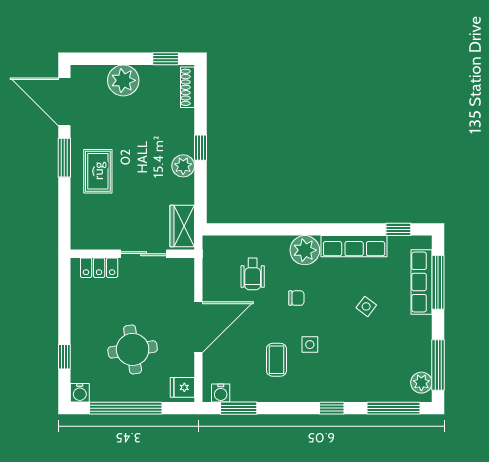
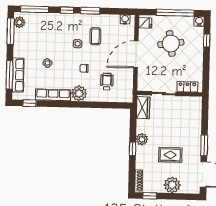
rug: (98, 171) -> (170, 155), moved, turned 90
window: (239, 408) -> (90, 11), moved

